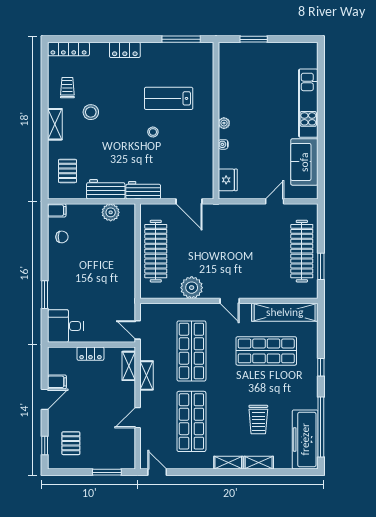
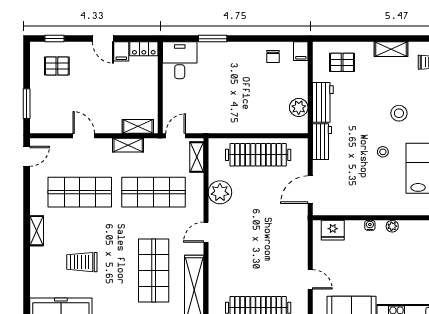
stool: (91, 112) -> (399, 113), moved
locker: (90, 354) -> (144, 49), moved, turned -90
shelving: (259, 463) -> (197, 157), moved

